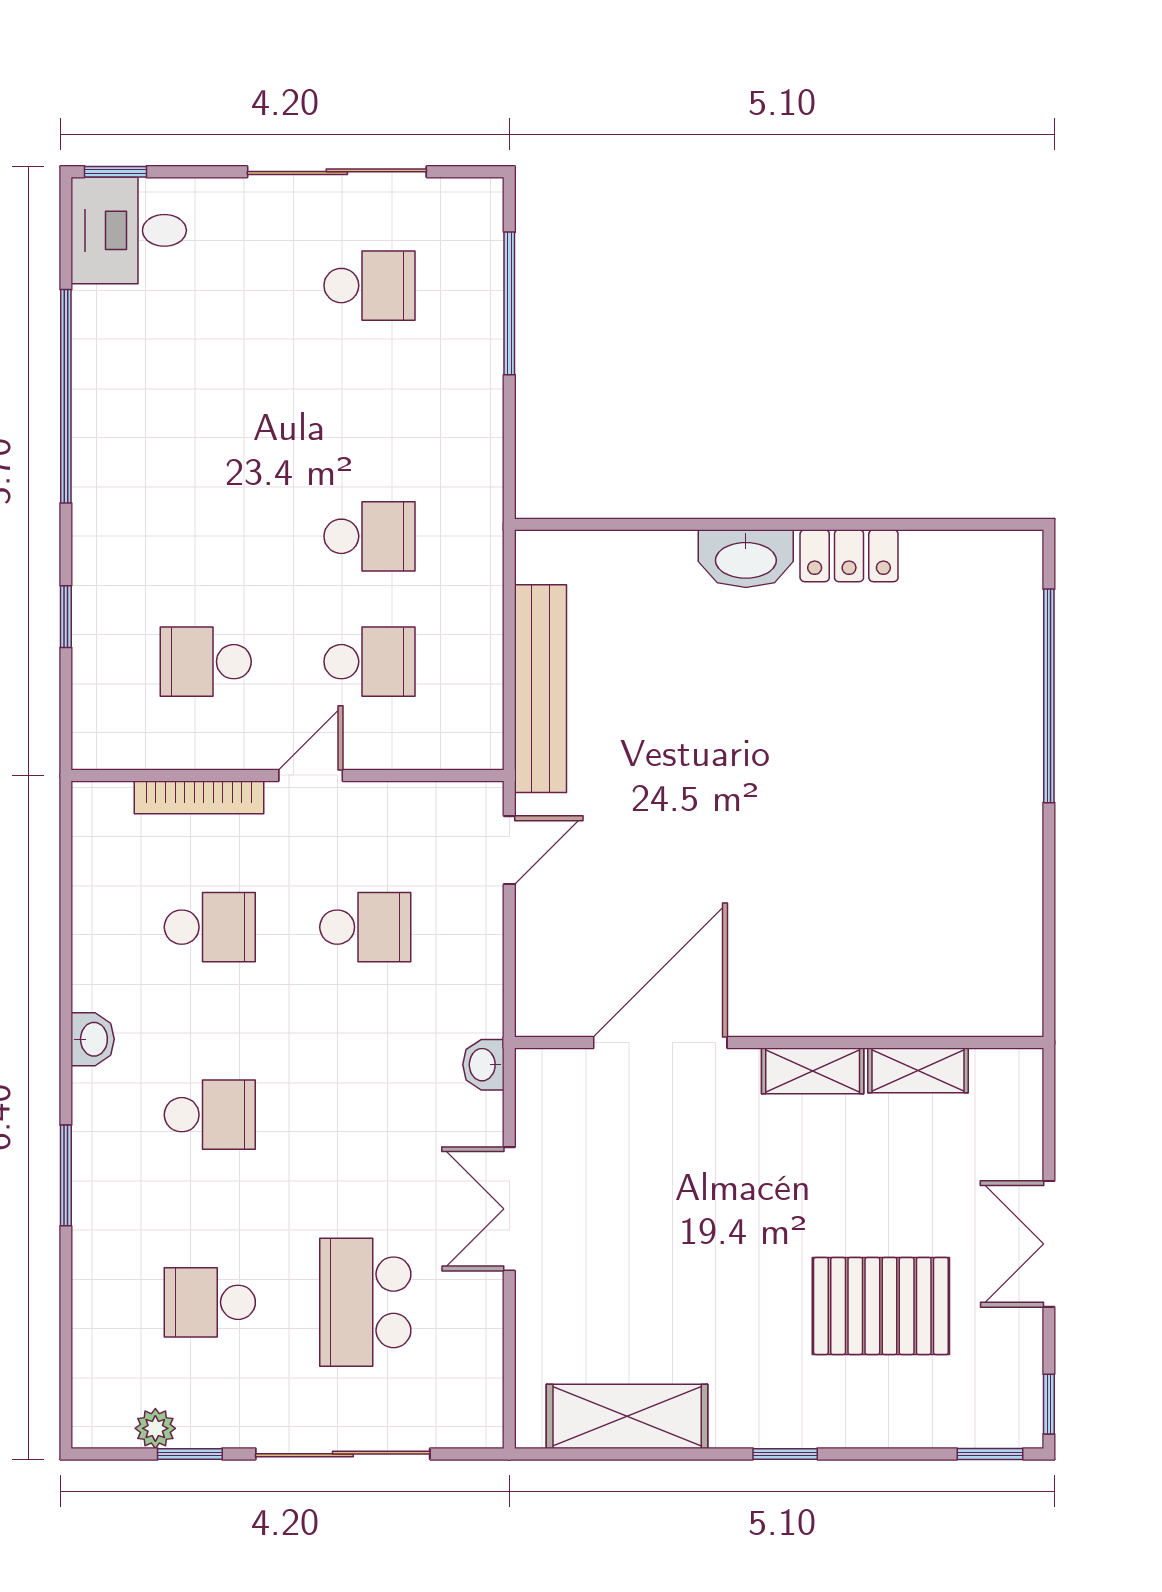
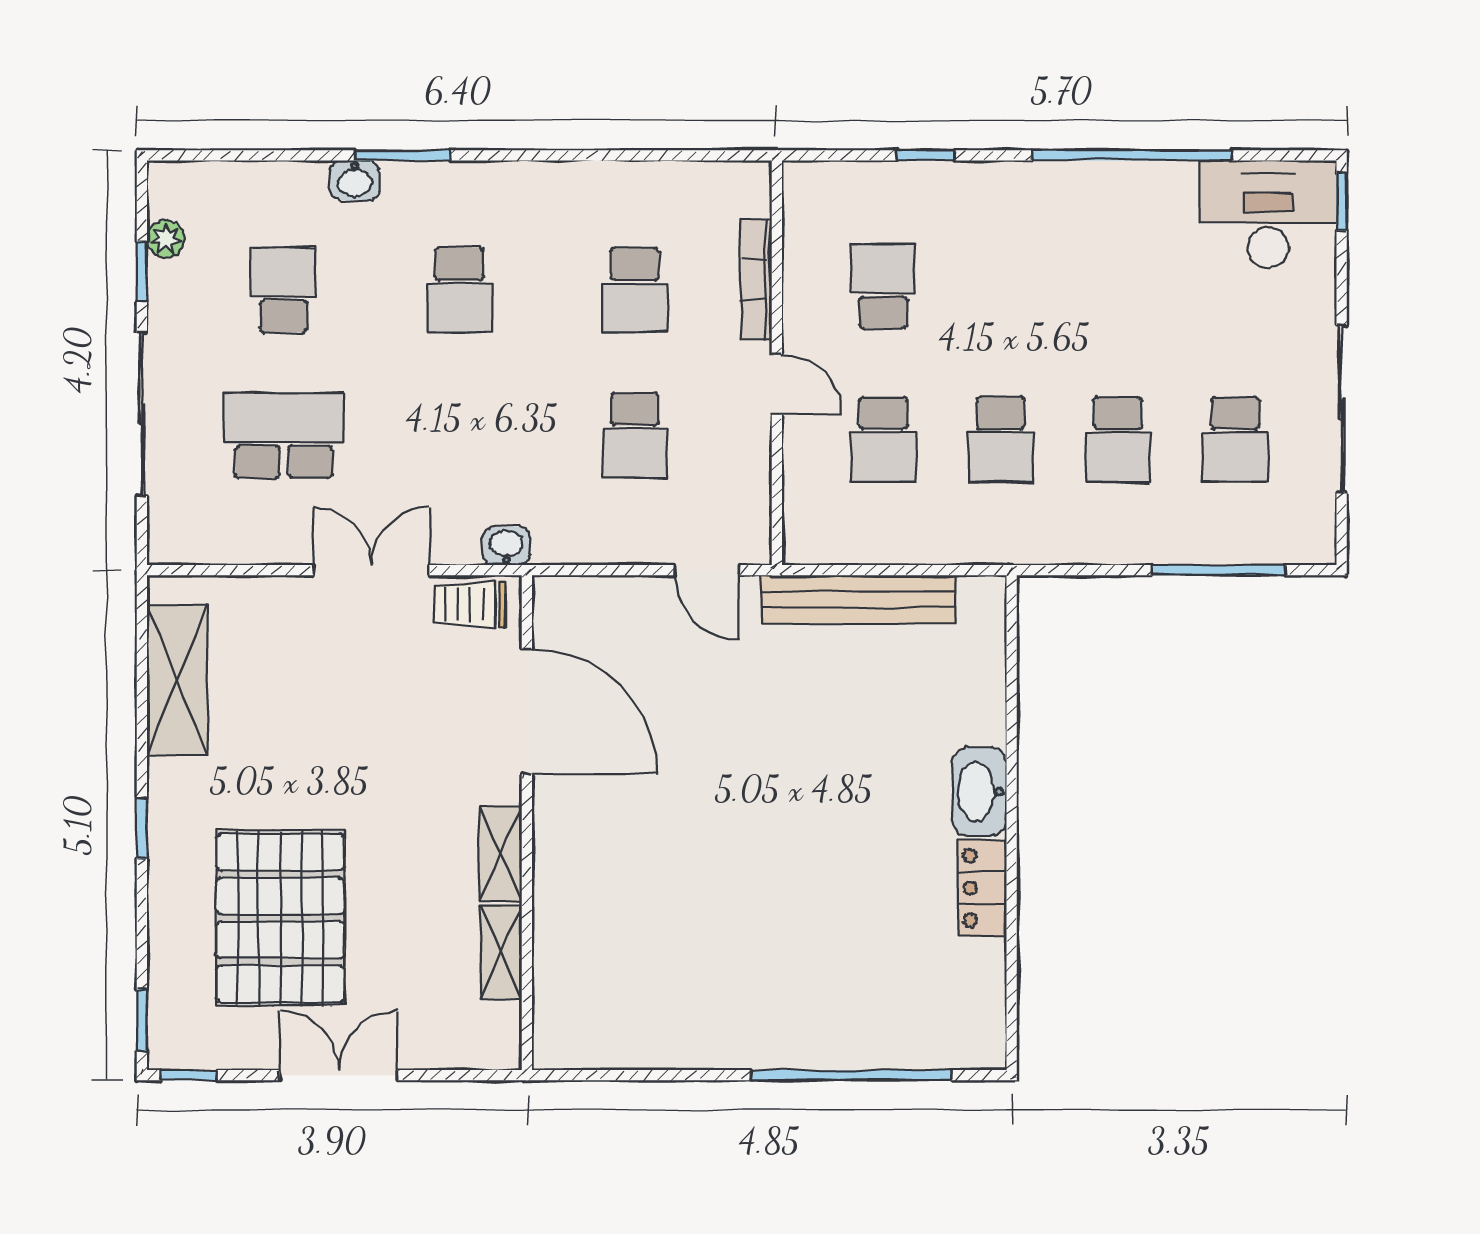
desk: (129, 230) -> (1268, 214), width x1.37
school desk: (369, 411) -> (1118, 439), added
washbasin: (93, 1039) -> (355, 180), moved
trolley: (546, 1104) -> (469, 604), added
pallet: (881, 1306) -> (280, 918), width x1.37, depth x1.41

